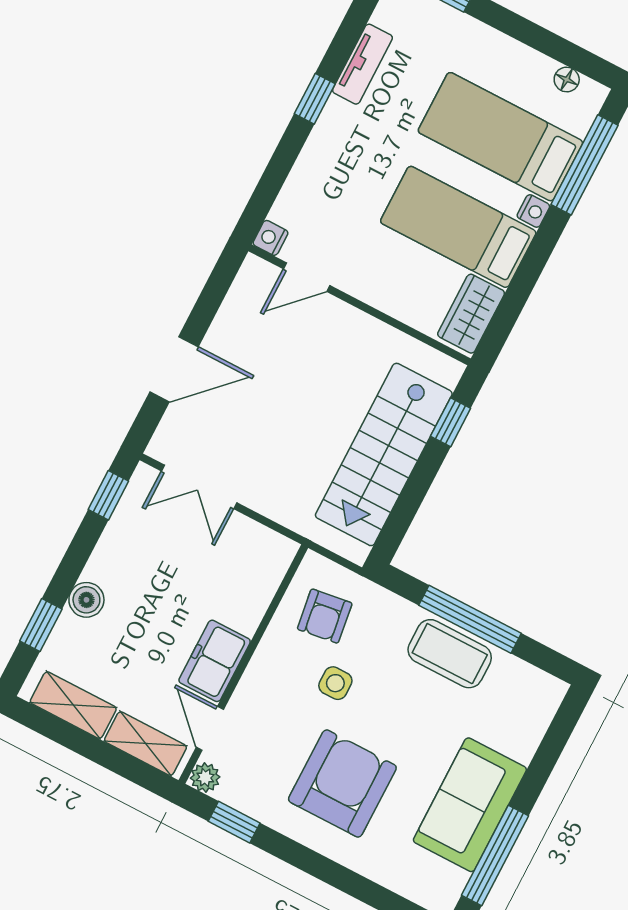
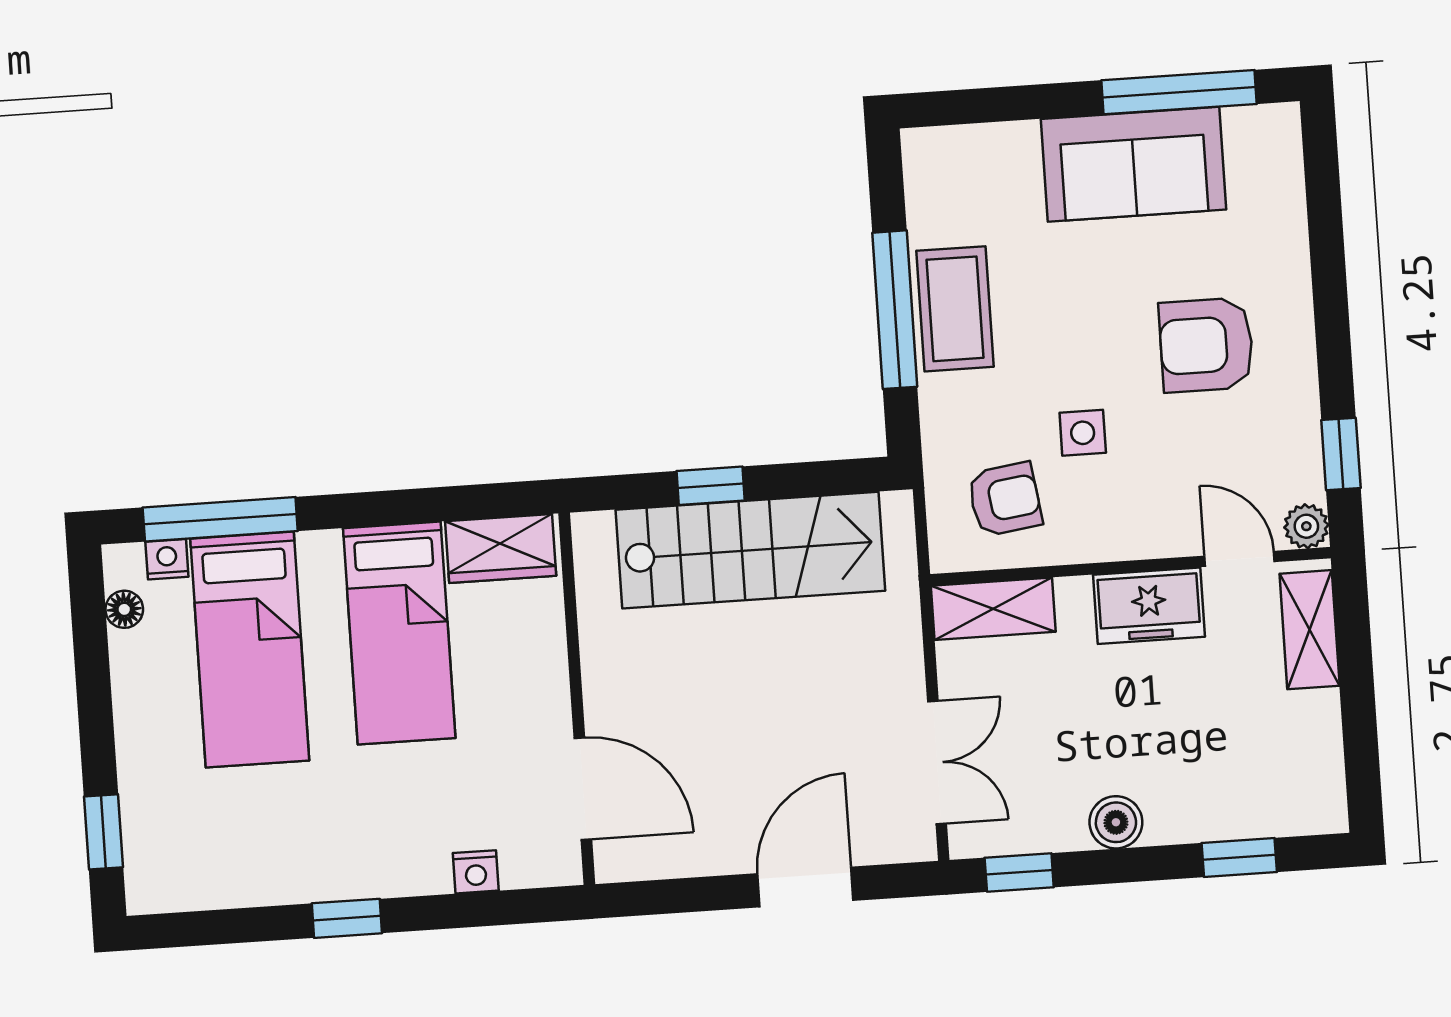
tv unit: (362, 64) -> (265, 884), removed
nightstand: (533, 211) -> (167, 559), moved
nightstand: (270, 238) -> (476, 872), moved
door: (307, 277) -> (583, 789), width x1.38
door: (174, 369) -> (805, 887), hinge flipped
window: (451, 422) -> (711, 486), moved
boiler: (86, 600) -> (1116, 822), moved
shelving: (73, 705) -> (993, 609), moved, turned 90
door: (210, 728) -> (1240, 559), swing flipped
armchair: (342, 783) -> (1206, 345), width x0.73, depth x0.73

